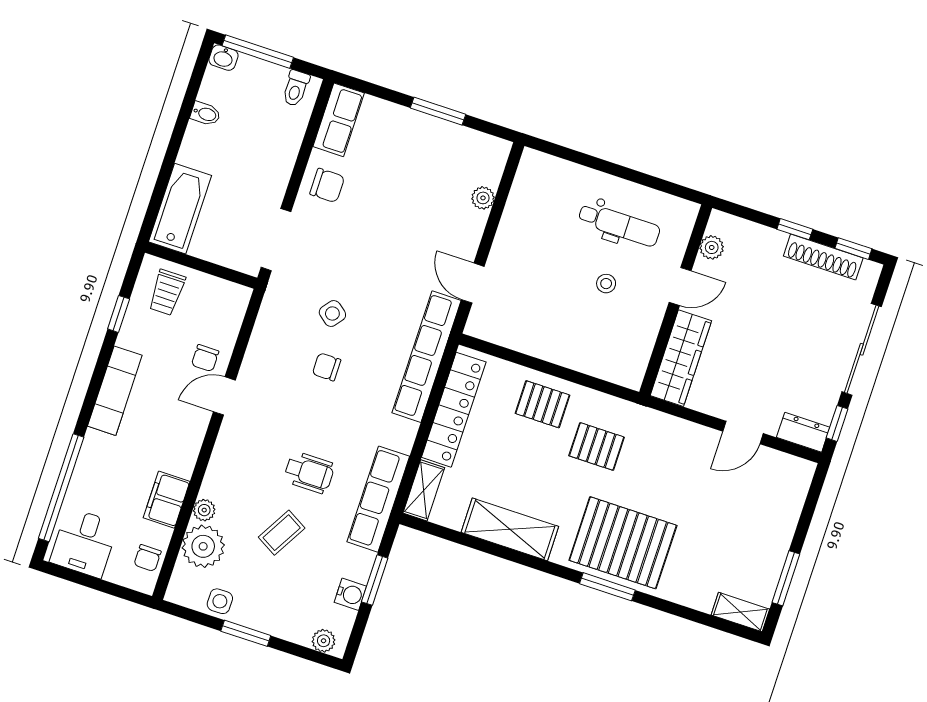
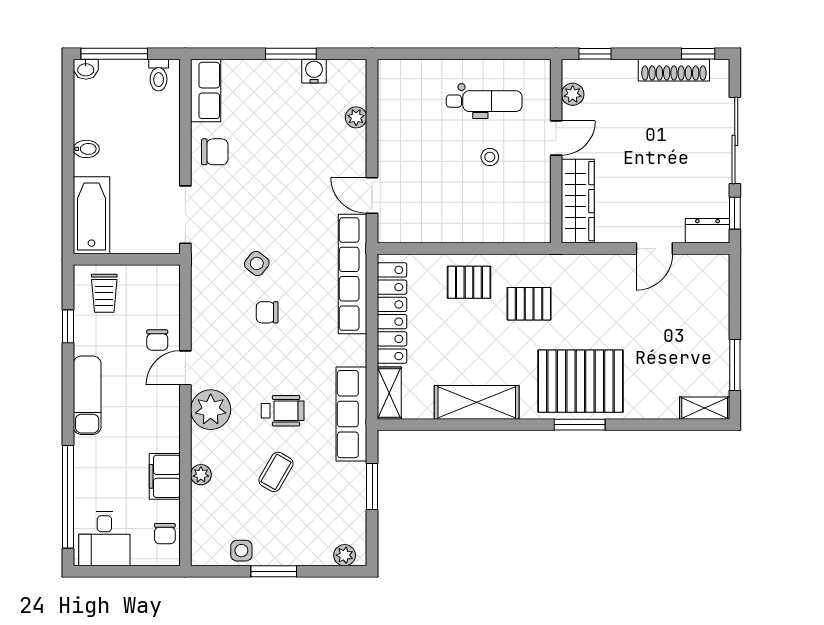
bidet: (205, 114) -> (86, 149), moved
window: (795, 229) -> (595, 54), moved
plant: (203, 546) -> (211, 410), moved
water cooler: (350, 594) -> (314, 71), moved, turned -90

